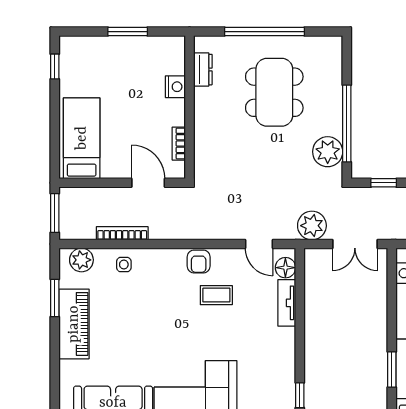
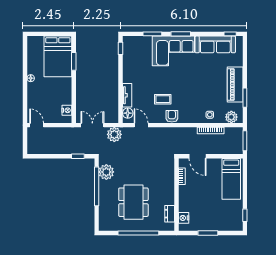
nightstand: (175, 87) -> (184, 218), moved

